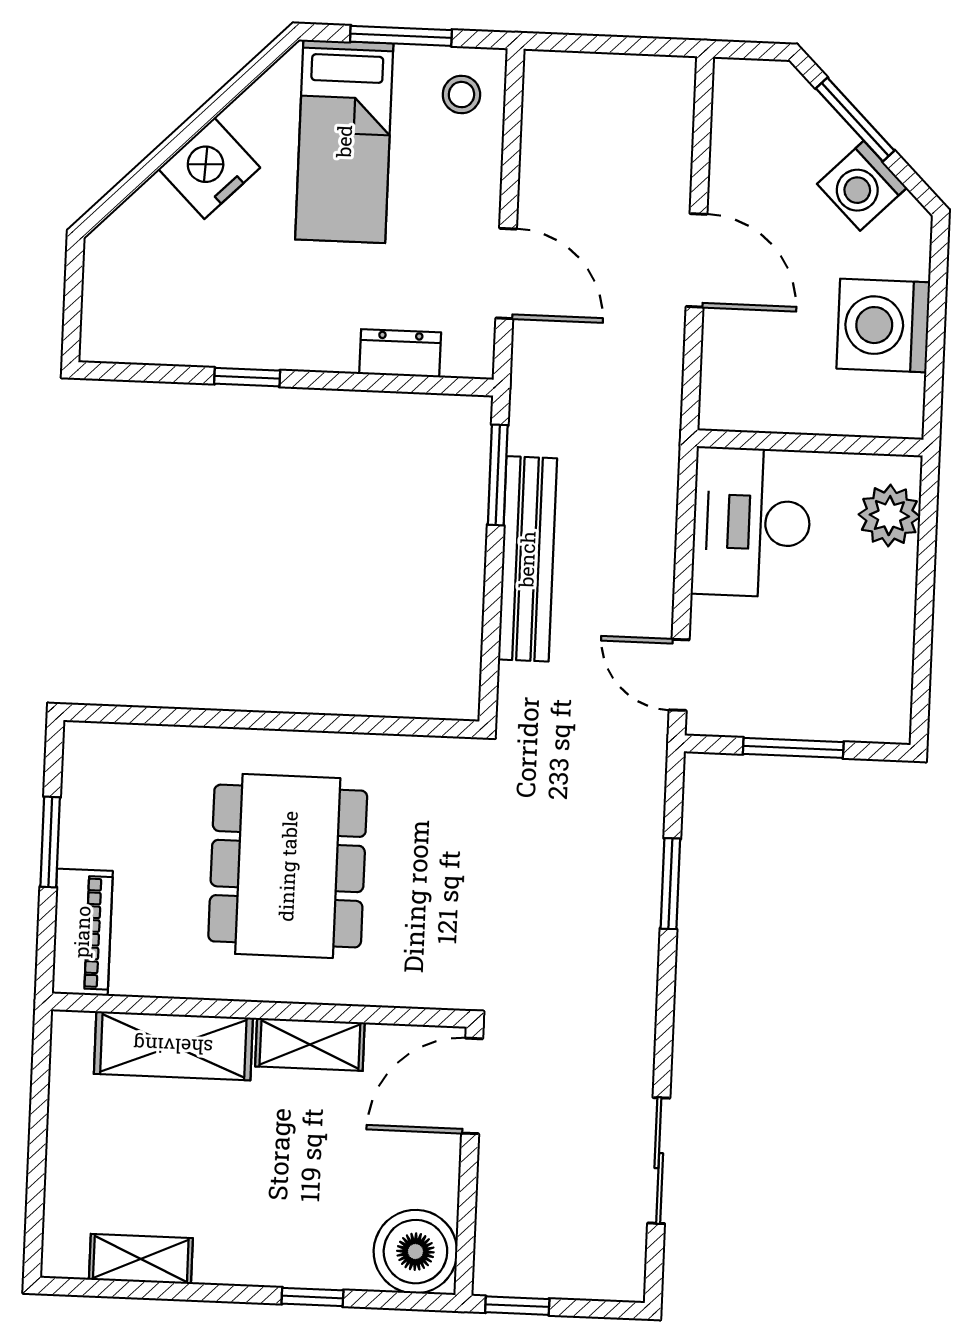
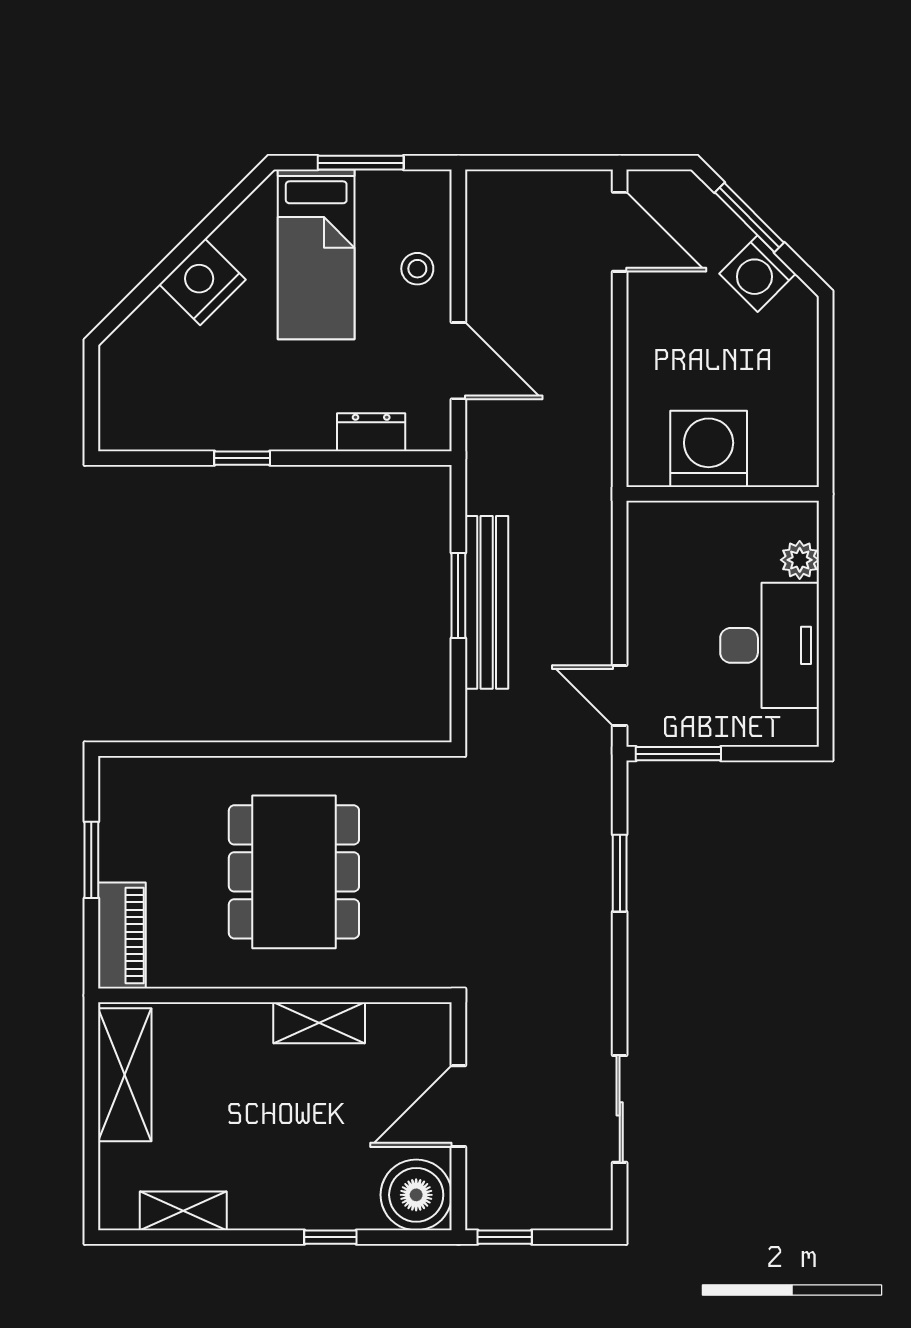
stool: (461, 95) -> (417, 269), moved
door: (696, 260) -> (620, 232), moved
washing machine: (883, 325) -> (709, 449), moved, turned 90
window: (498, 475) -> (458, 596), moved
plant: (889, 516) -> (800, 560), width x0.73, depth x0.73
desk: (751, 522) -> (770, 645), moved, turned 180
window: (793, 748) -> (678, 754), moved
shelving: (173, 1046) -> (125, 1075), moved, turned 90
door: (472, 1086) -> (458, 1106), moved

